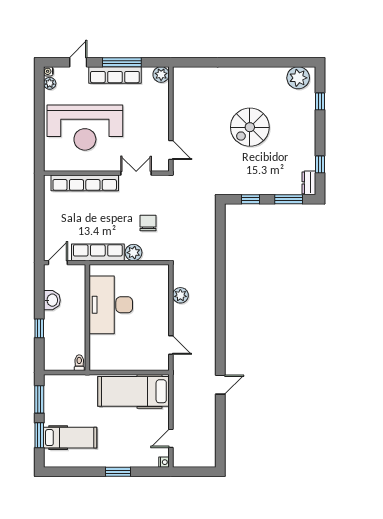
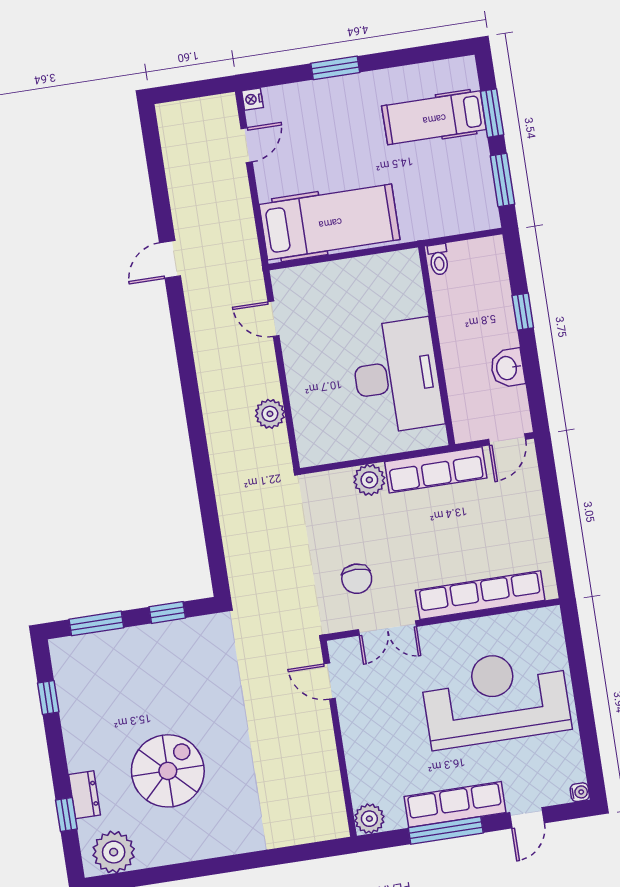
plant: (50, 83) -> (574, 770), removed
spiral stairs: (250, 127) -> (168, 771), moved
dresser: (309, 183) -> (84, 795), moved
chair: (148, 223) -> (357, 579), moved

